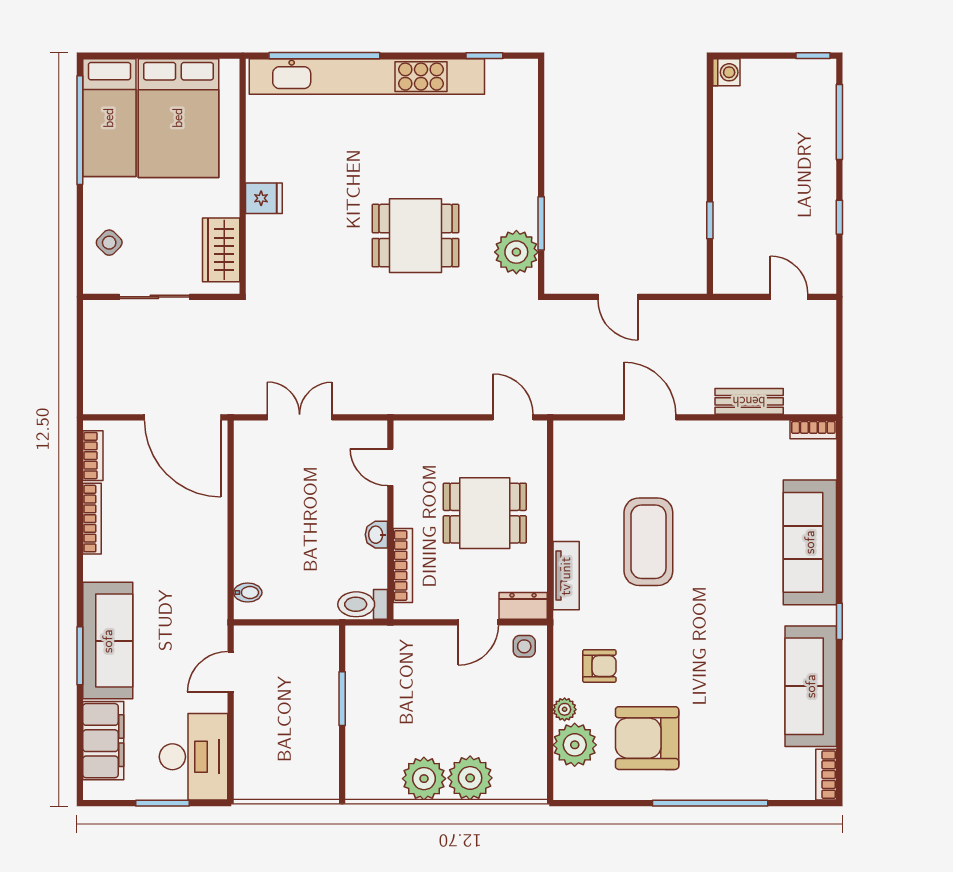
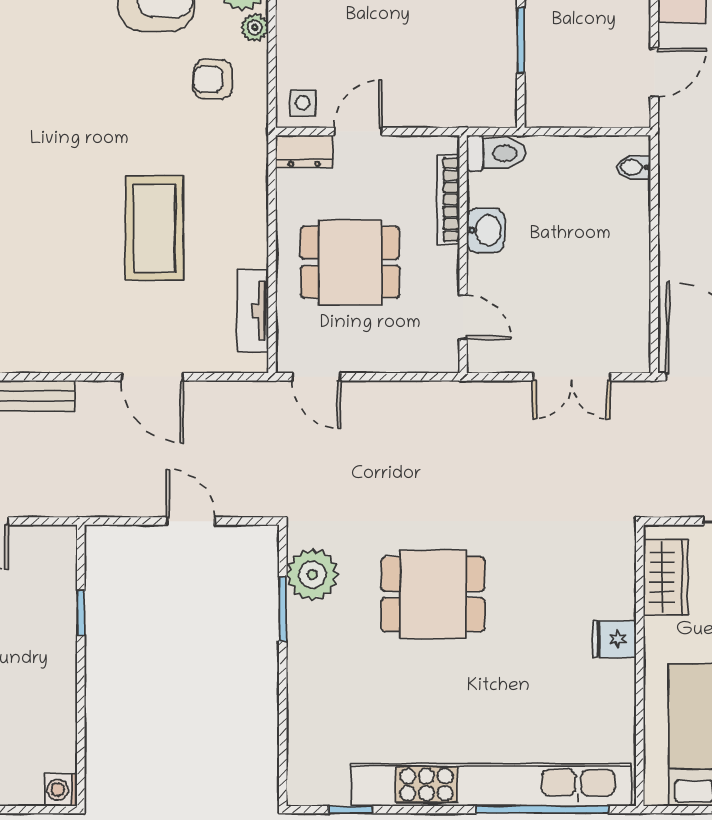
washbasin: (376, 535) -> (486, 230), width x1.38, depth x1.45
tv unit: (566, 576) -> (253, 311), moved

